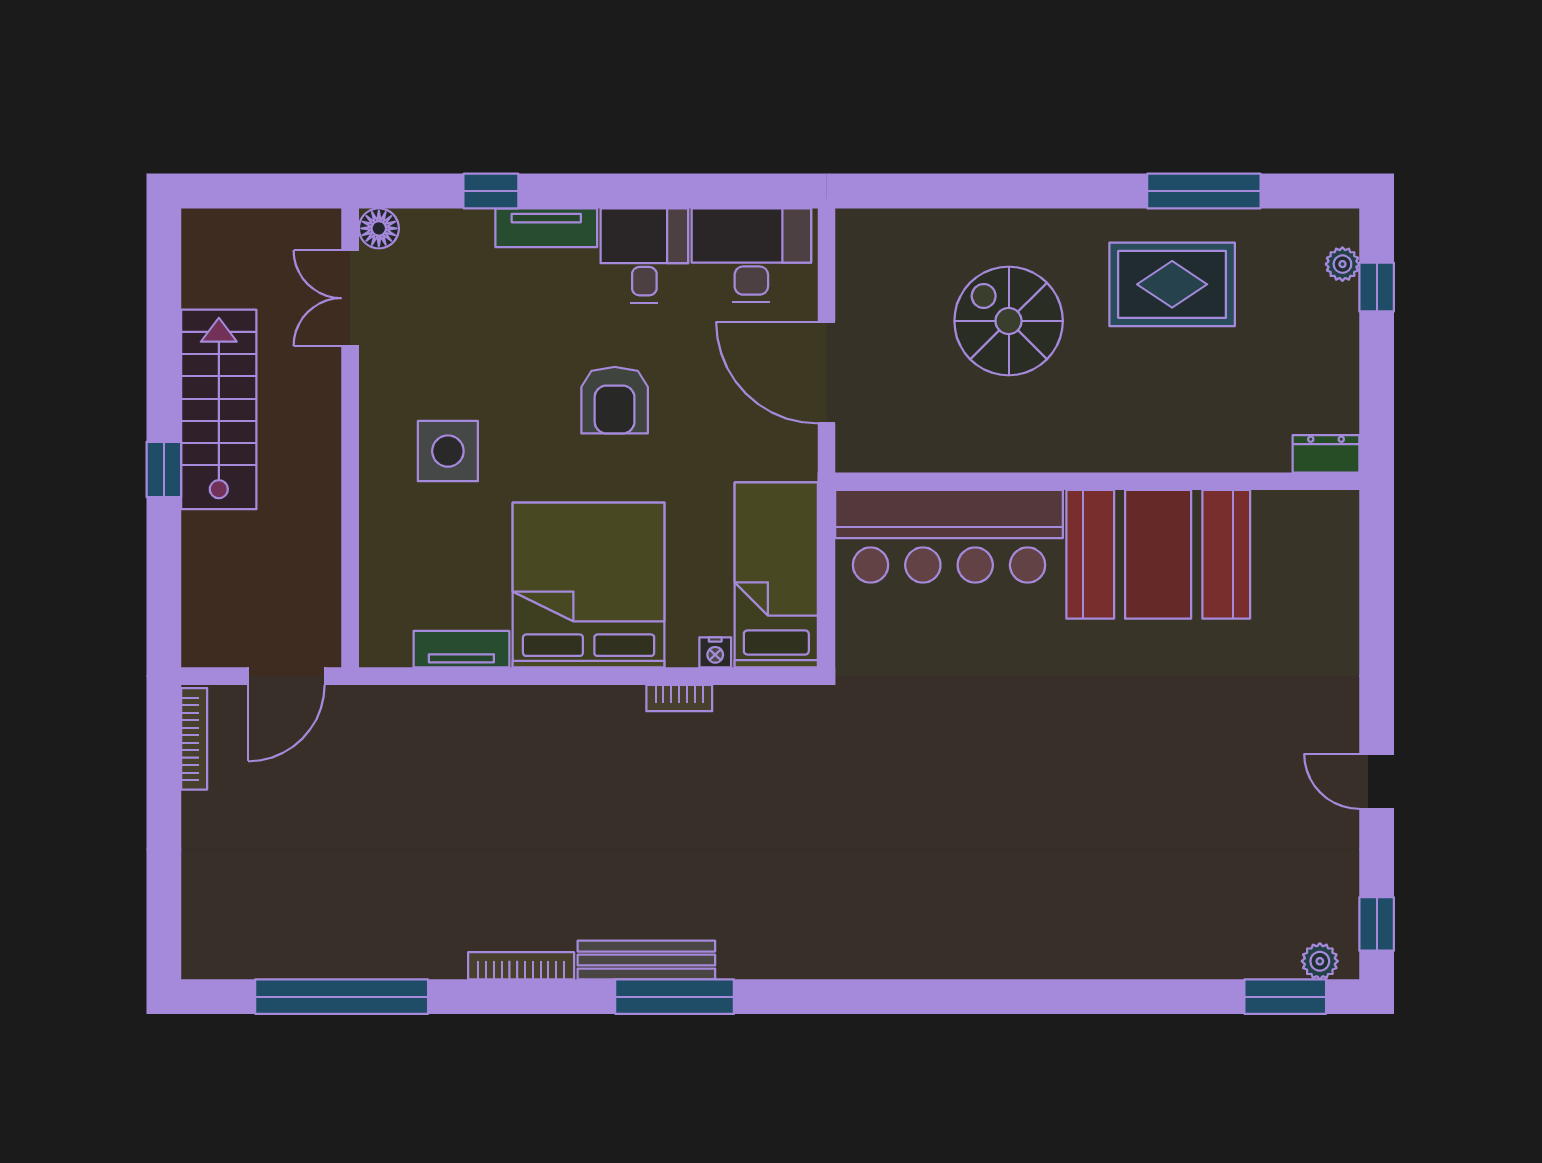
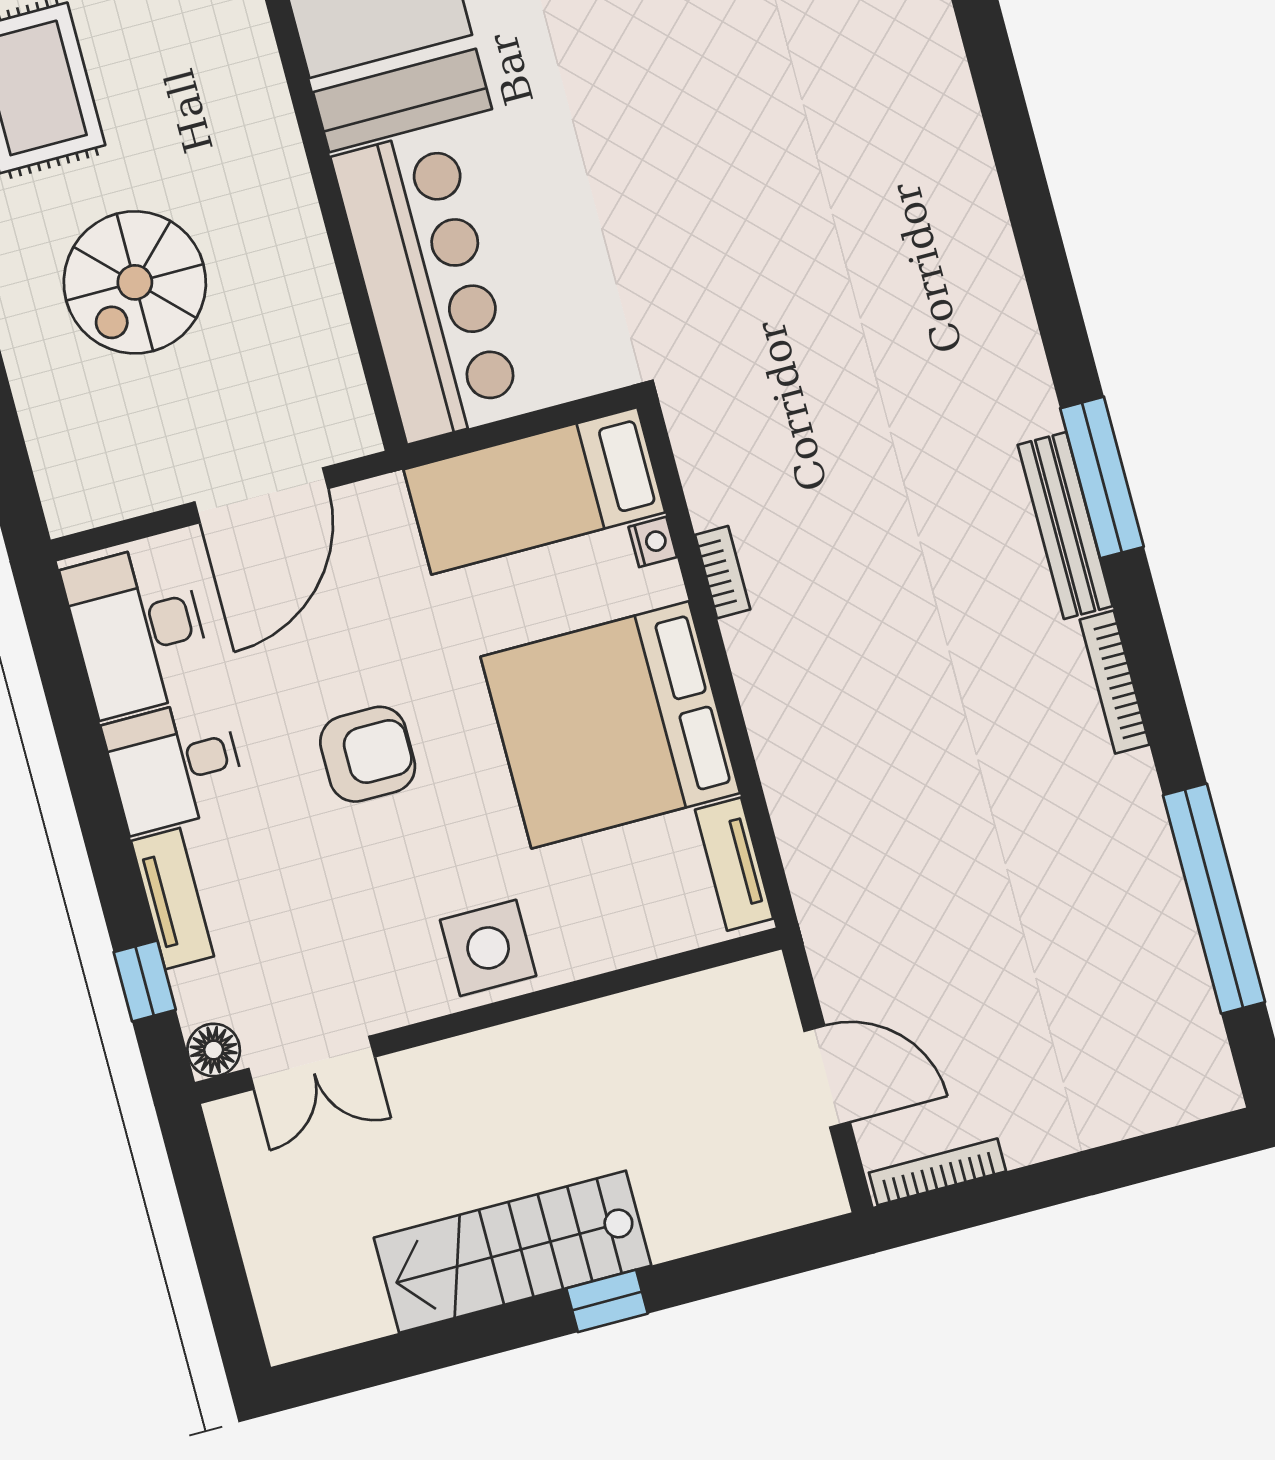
floor lamp: (379, 228) -> (214, 1050), moved
double door: (350, 298) -> (312, 1063), moved
wall: (350, 438) -> (488, 1016), moved

